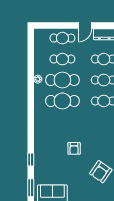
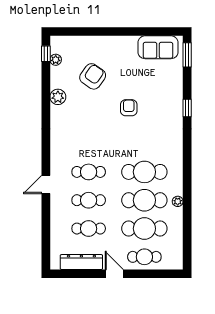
door: (85, 26) -> (114, 274), hinge flipped
cafe table: (62, 59) -> (144, 229), width x1.37, depth x1.35
window: (31, 160) -> (187, 108), moved

